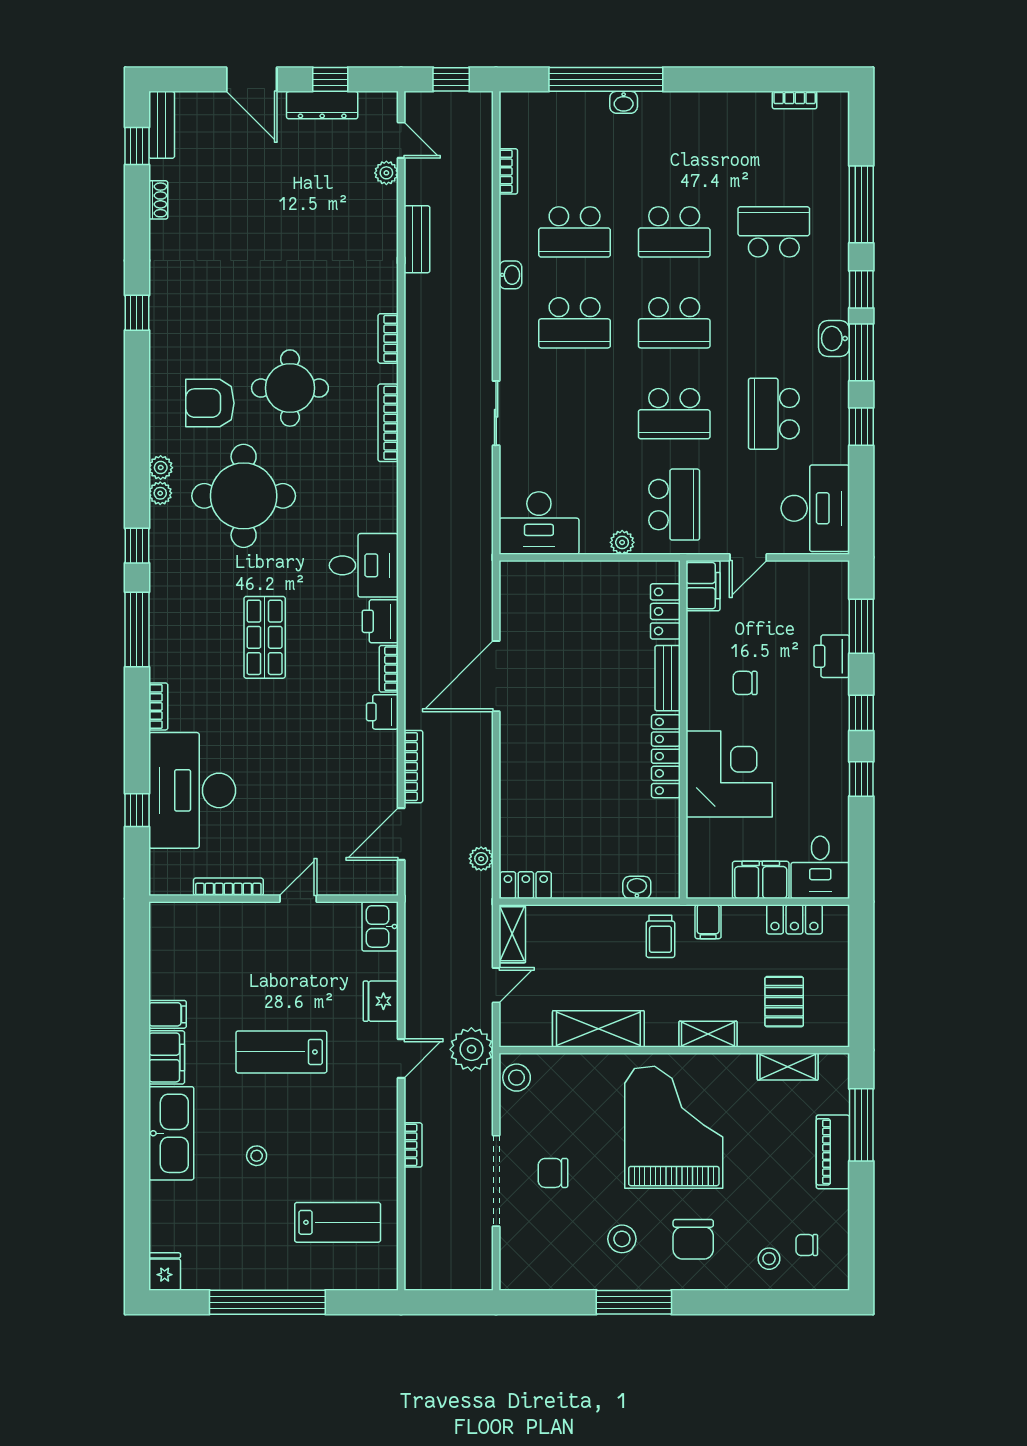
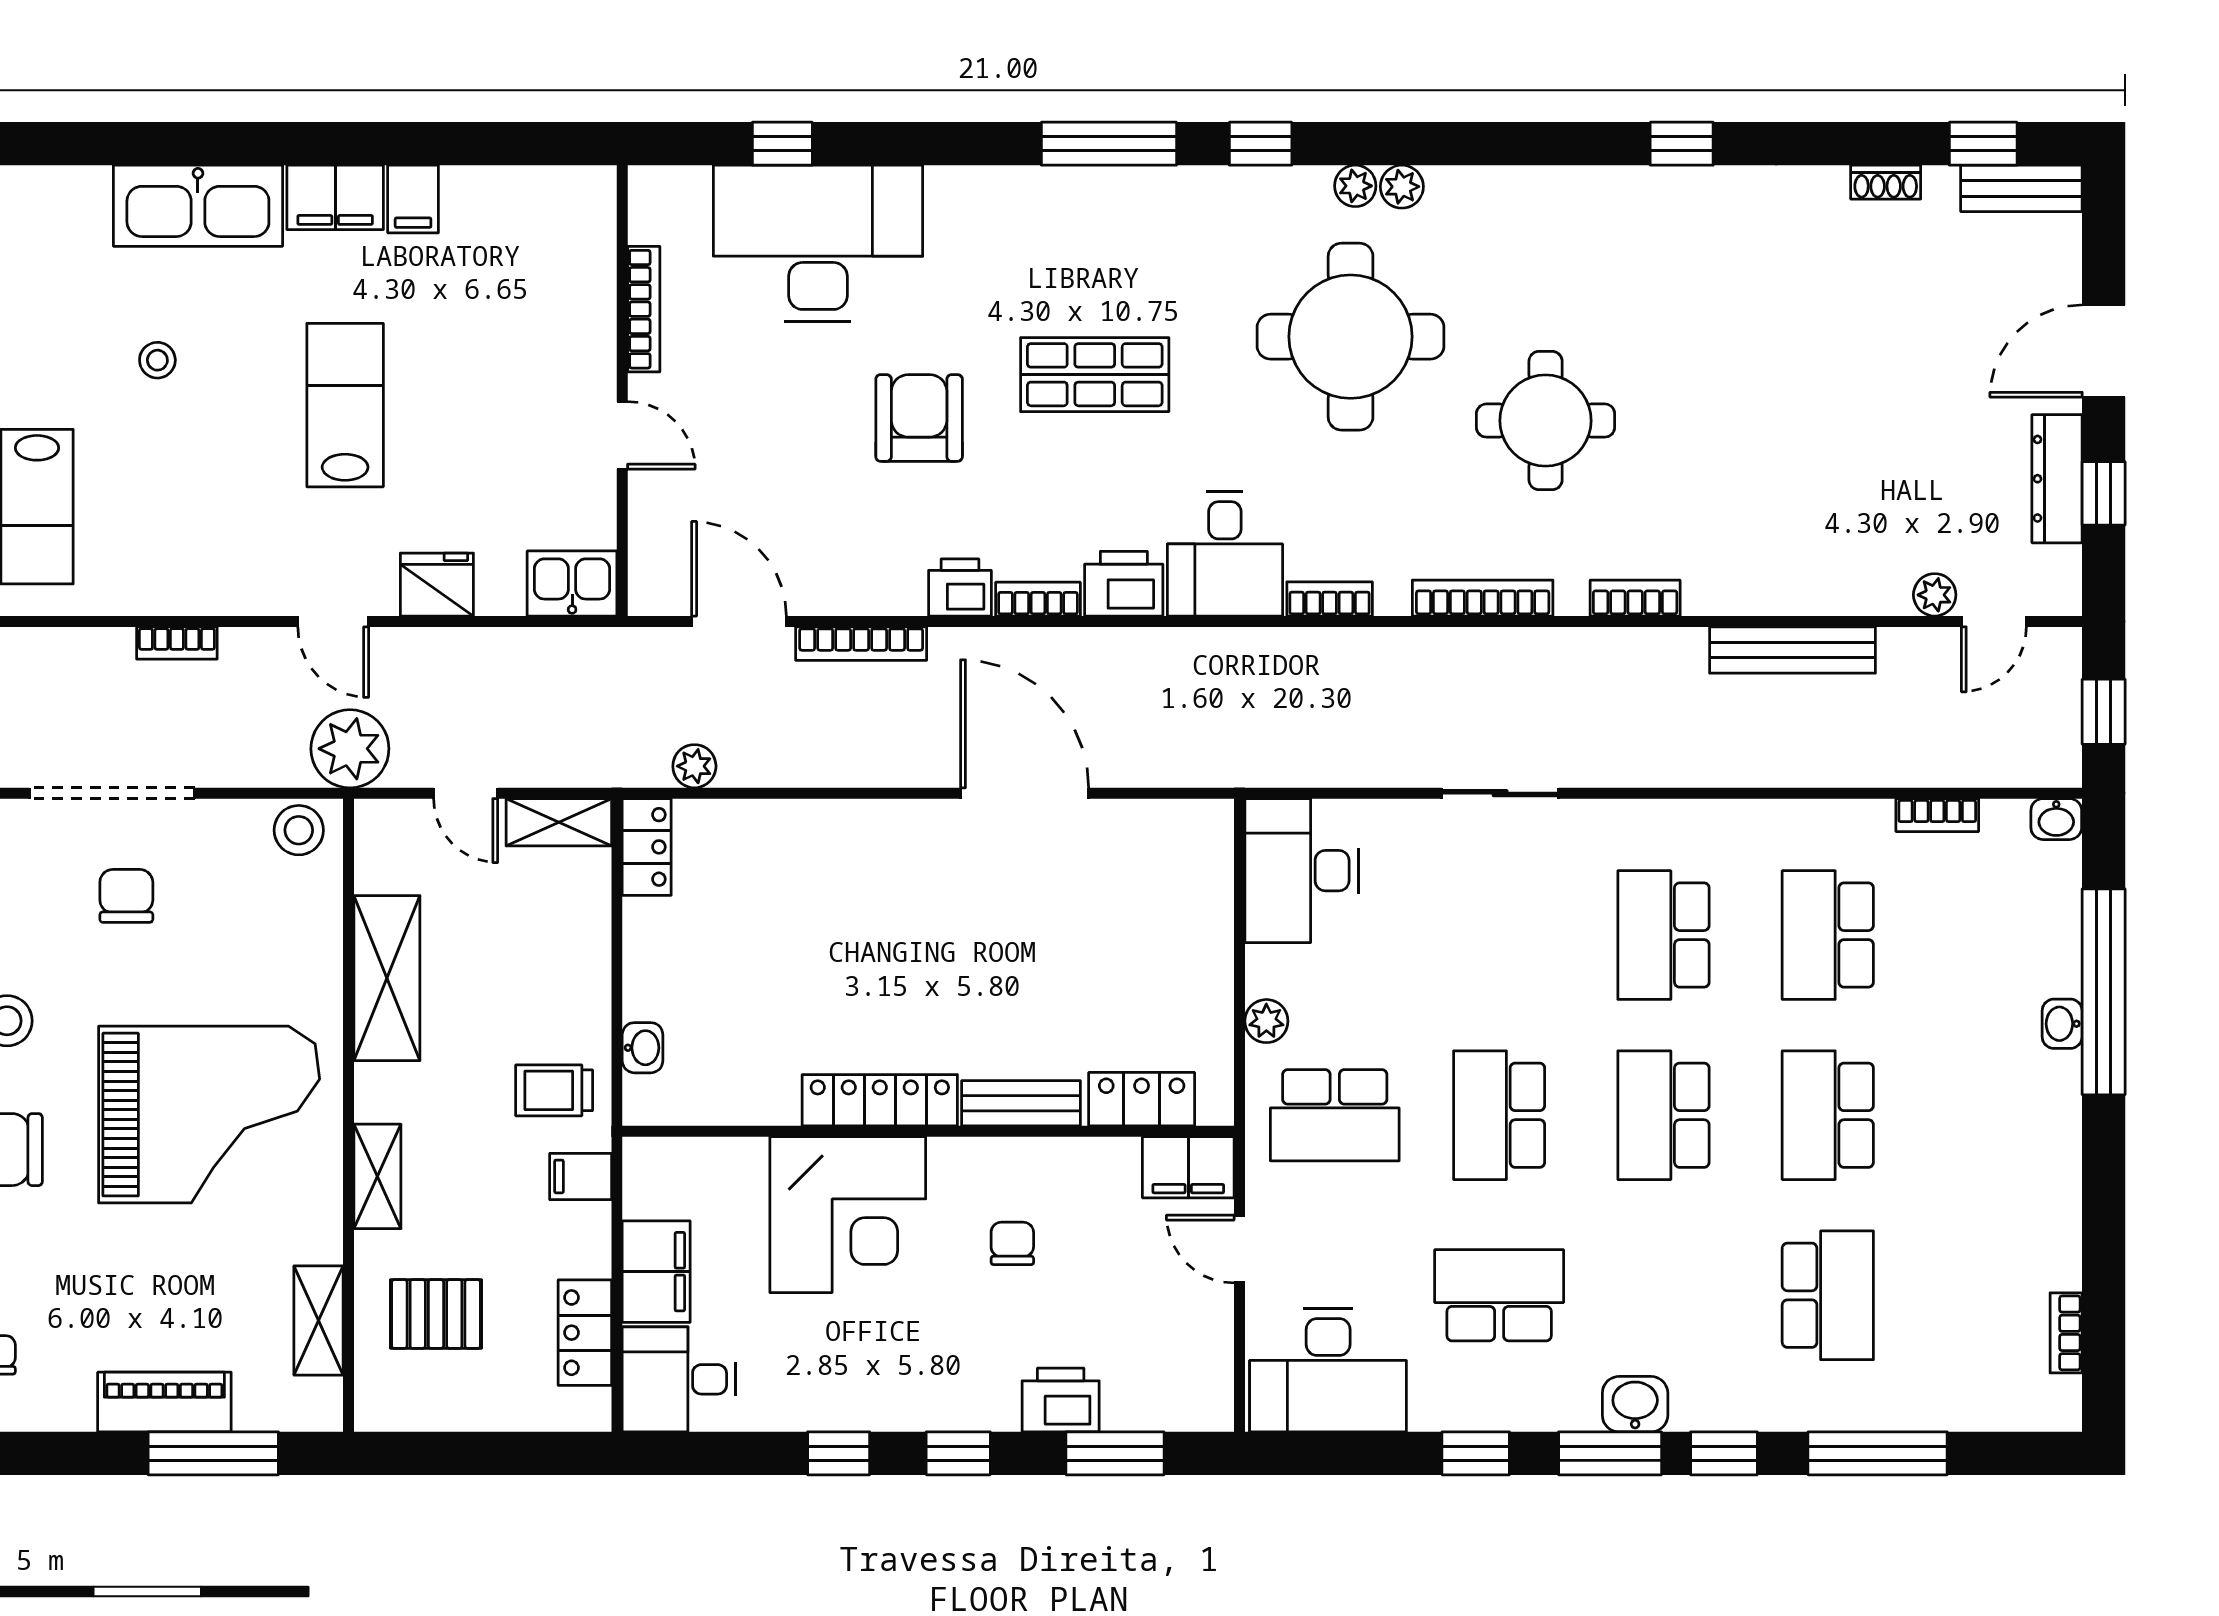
bench: (417, 239) -> (1792, 650), width x1.36
washbasin: (510, 275) -> (2056, 819), moved
armchair: (210, 403) -> (919, 418), moved
bookcase: (158, 706) -> (1330, 599), moved, turned 180

